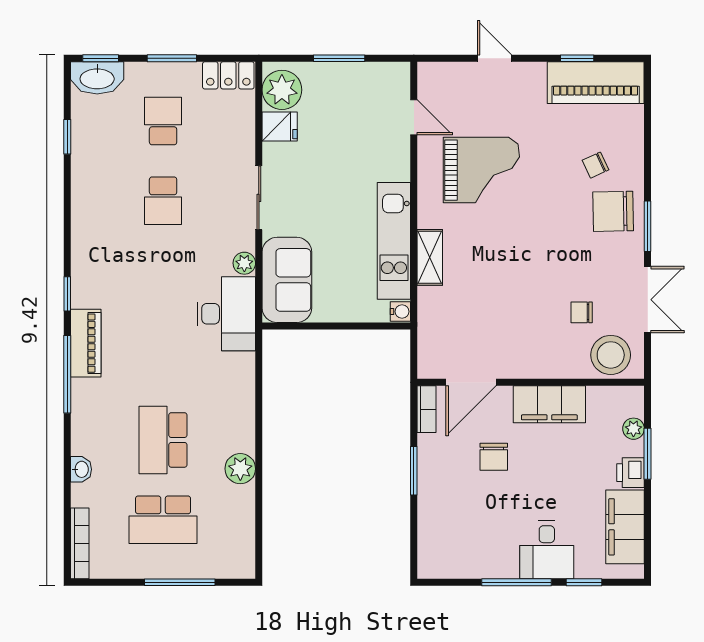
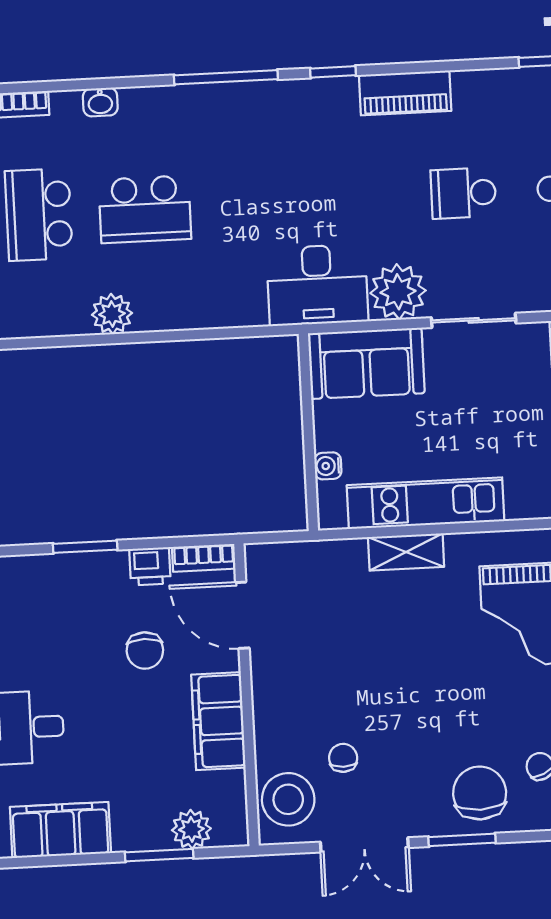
plant: (244, 263) -> (398, 292), width x1.87, depth x1.87
water cooler: (400, 312) -> (328, 466), moved, turned 90
piano: (86, 343) -> (405, 93), moved
plant: (633, 429) -> (191, 829), width x1.38, depth x1.38
school desk: (163, 440) -> (145, 209), turned 180
chair: (494, 457) -> (145, 650), turned -90
window: (414, 471) -> (85, 547), moved
printer: (631, 473) -> (150, 566), moved, turned 180

